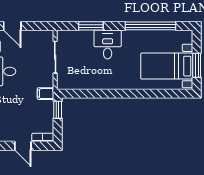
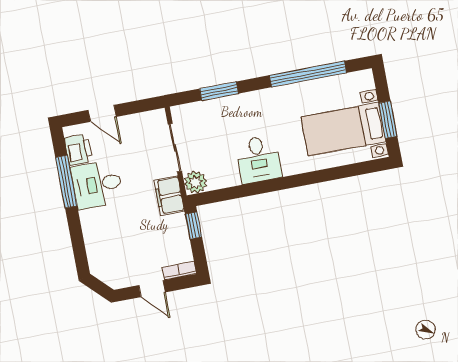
desk: (108, 44) -> (258, 159), moved, turned 180
plant: (64, 82) -> (195, 182), added
filing cabinet: (45, 94) -> (169, 196), width x2.00

